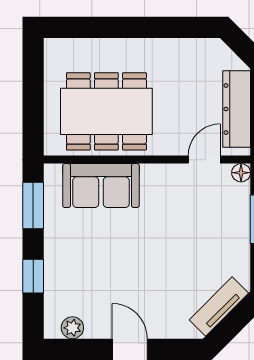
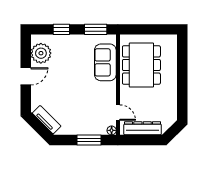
plant: (72, 328) -> (41, 53), width x1.87, depth x1.87

